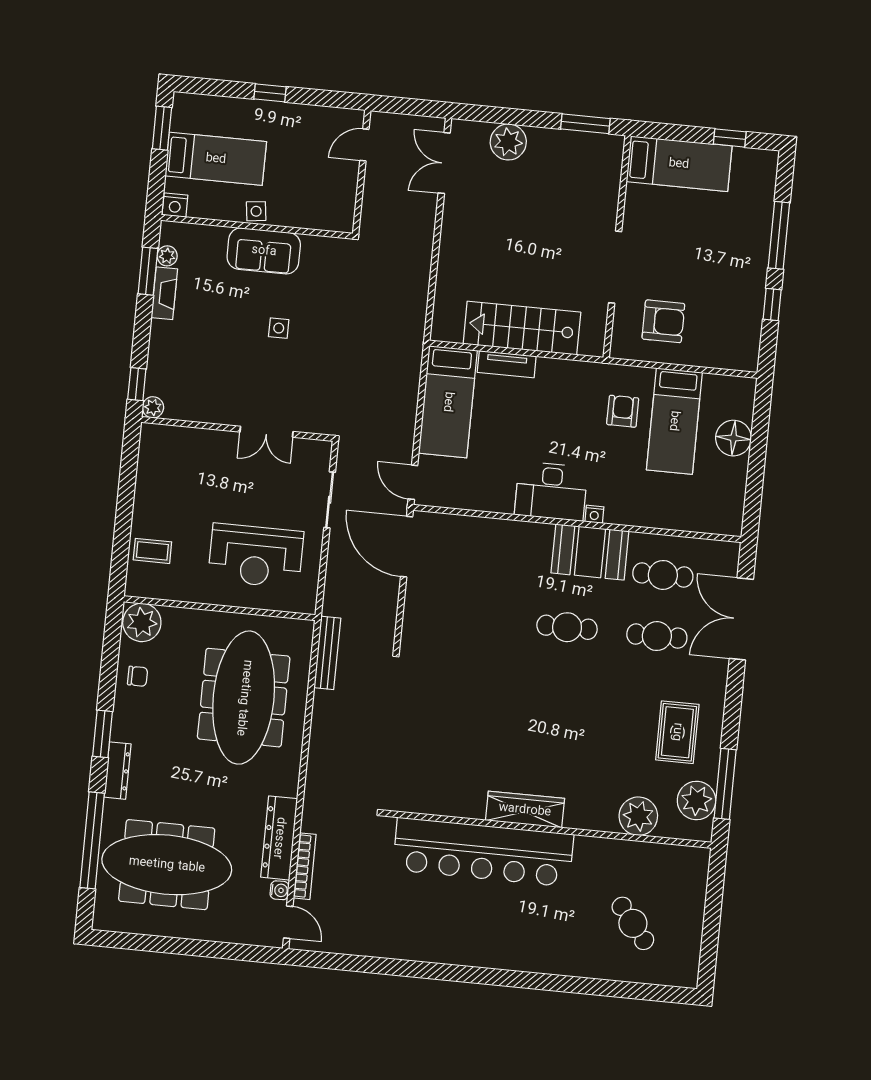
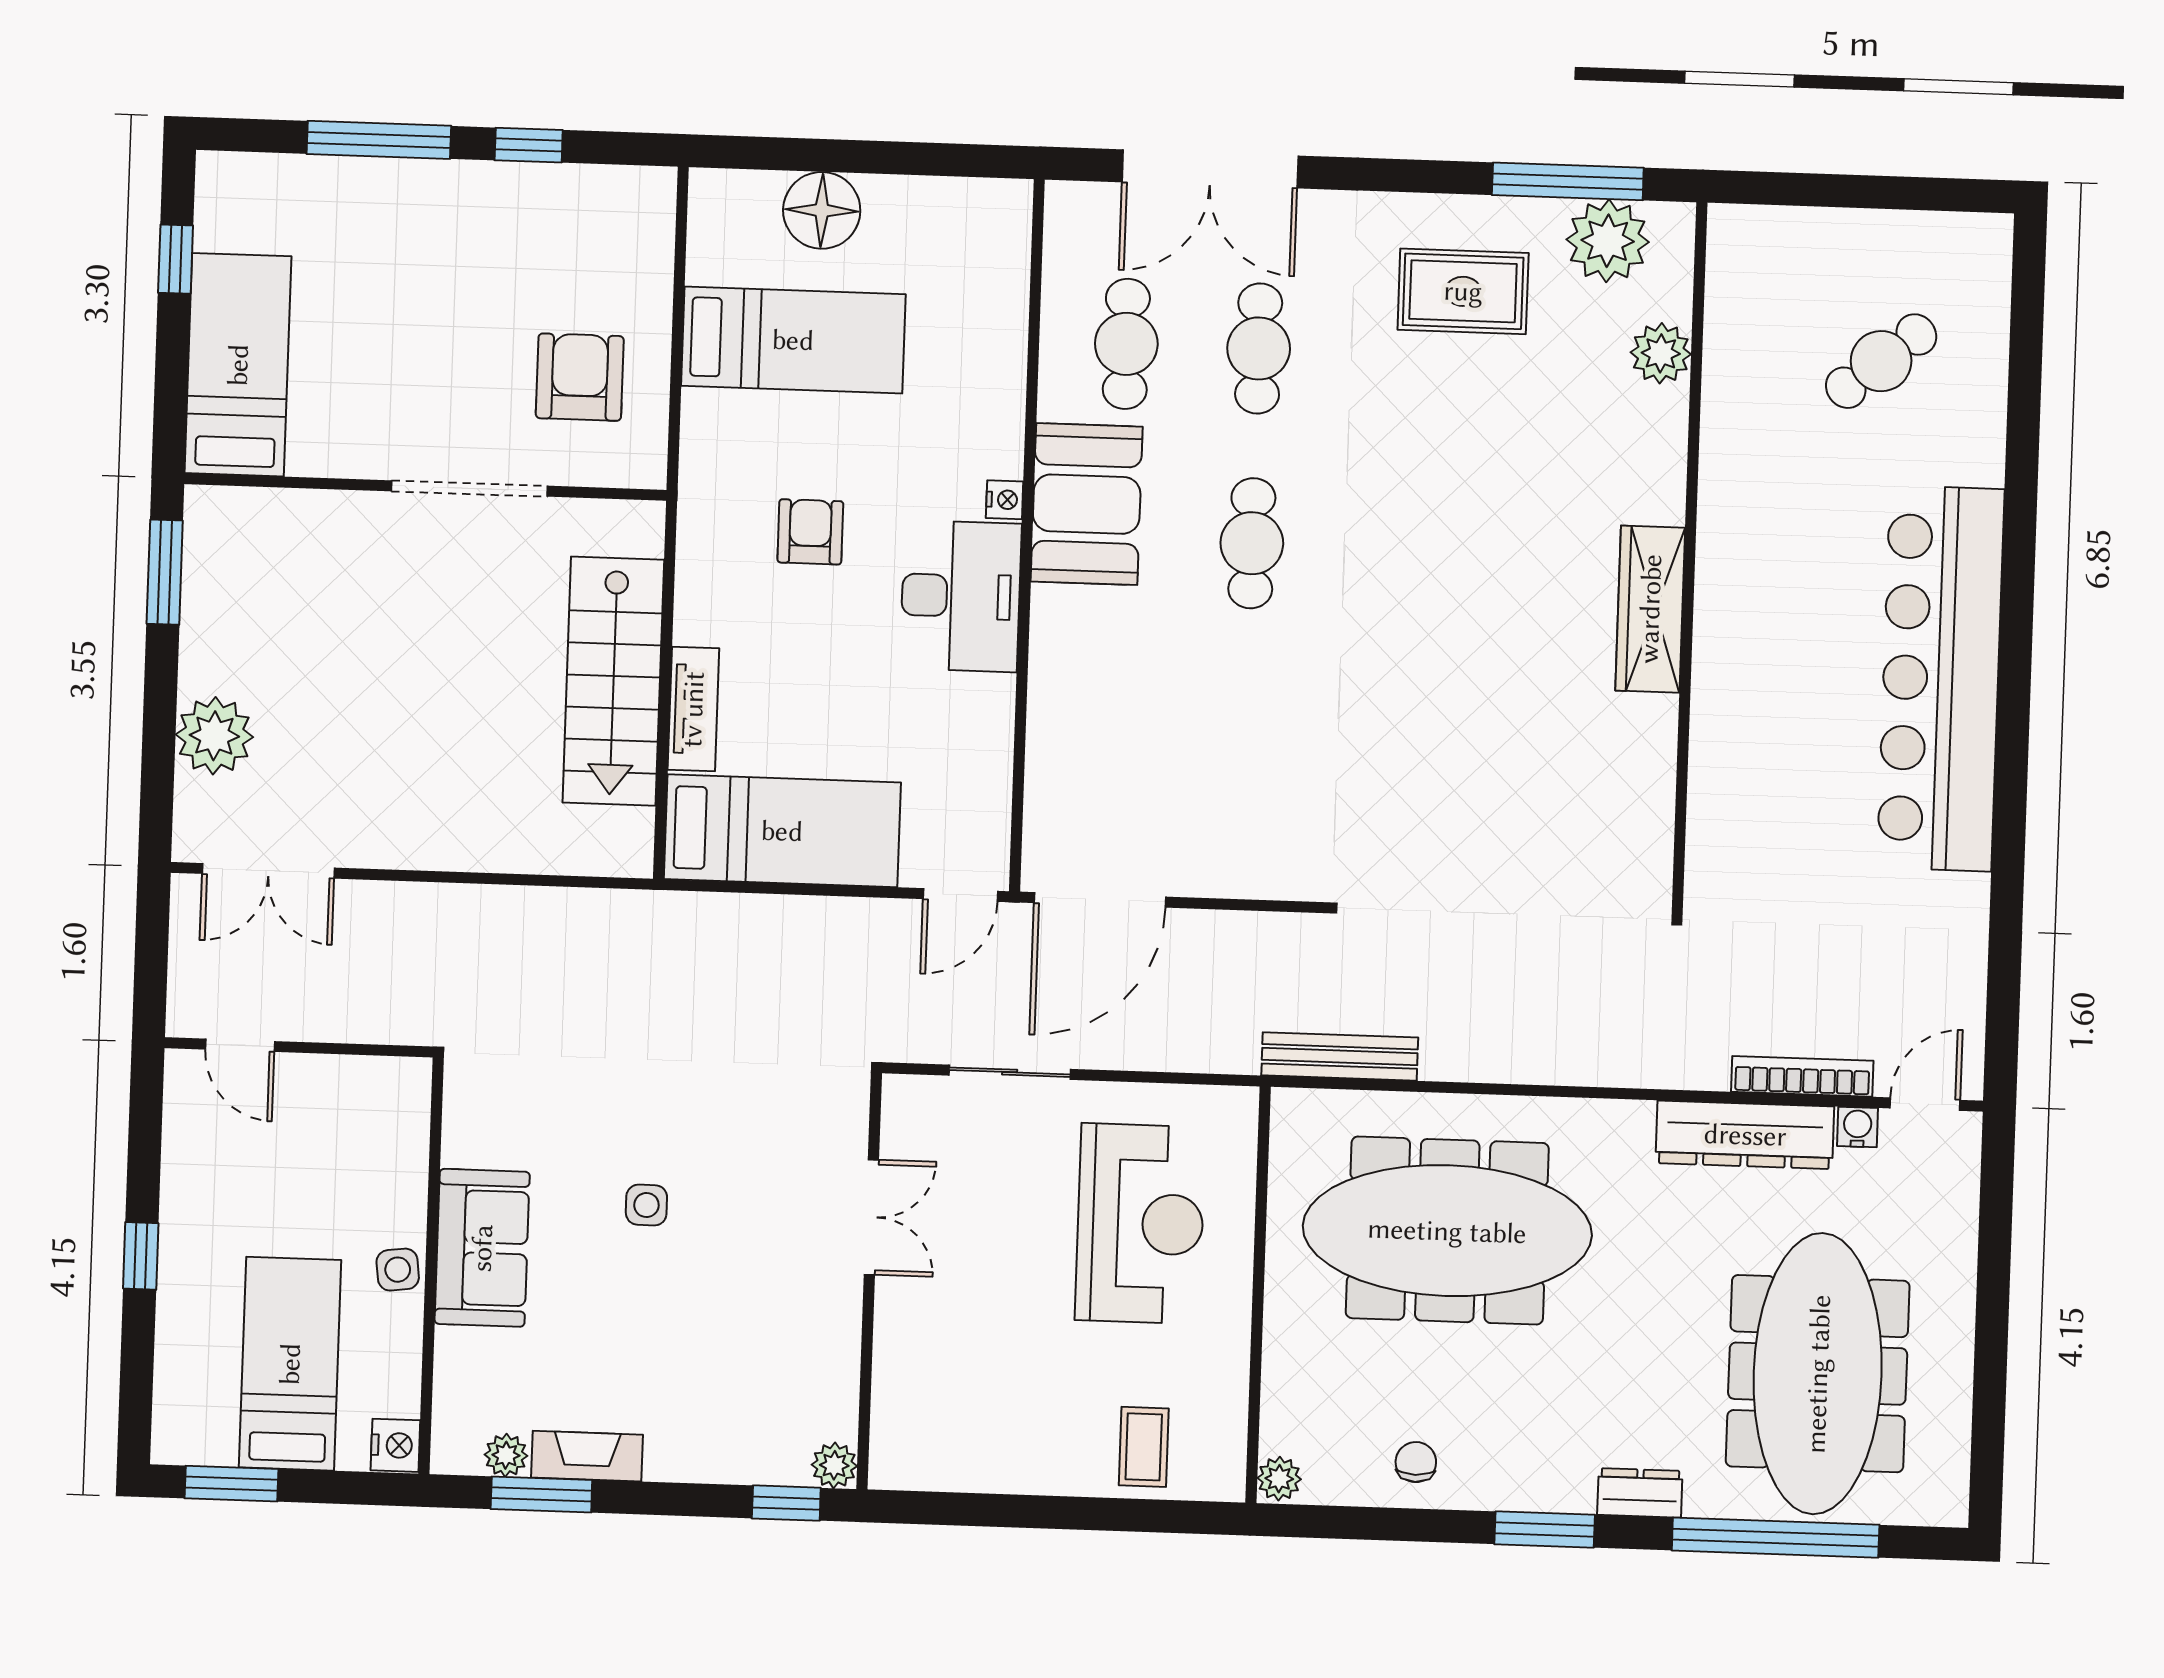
armchair: (623, 411) -> (810, 532), moved, turned 90
plant: (142, 622) -> (1279, 1479), width x0.53, depth x0.53
dresser: (118, 771) -> (1640, 1493), width x0.70
plant: (638, 816) -> (1661, 353), width x0.73, depth x0.73
bar counter: (483, 852) -> (1941, 678), moved, turned 180

